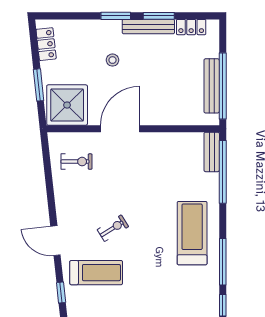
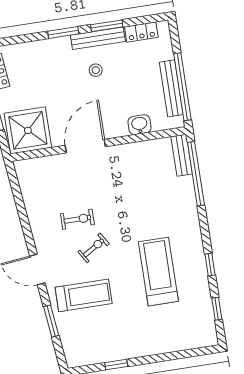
stool: (113, 60) -> (96, 70), moved
washbasin: (176, 116) -> (139, 125), added
exercise bike: (77, 162) -> (77, 219), moved
treadmill: (192, 233) -> (158, 272), moved
window: (223, 262) -> (210, 265), width x0.46
window: (61, 292) -> (51, 321), width x1.50

